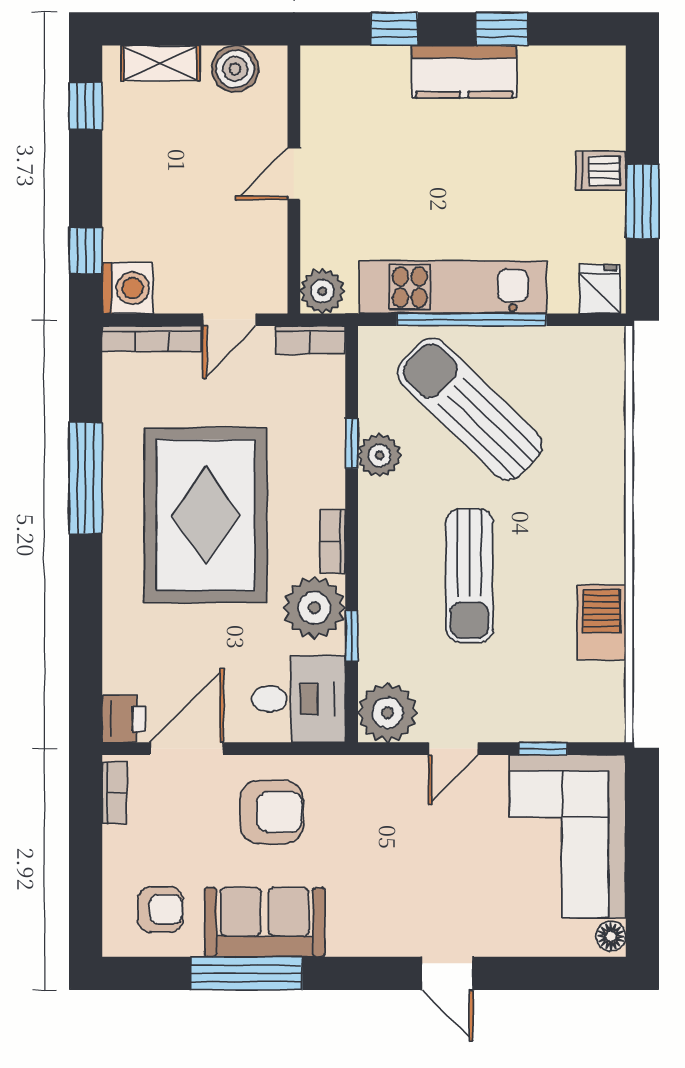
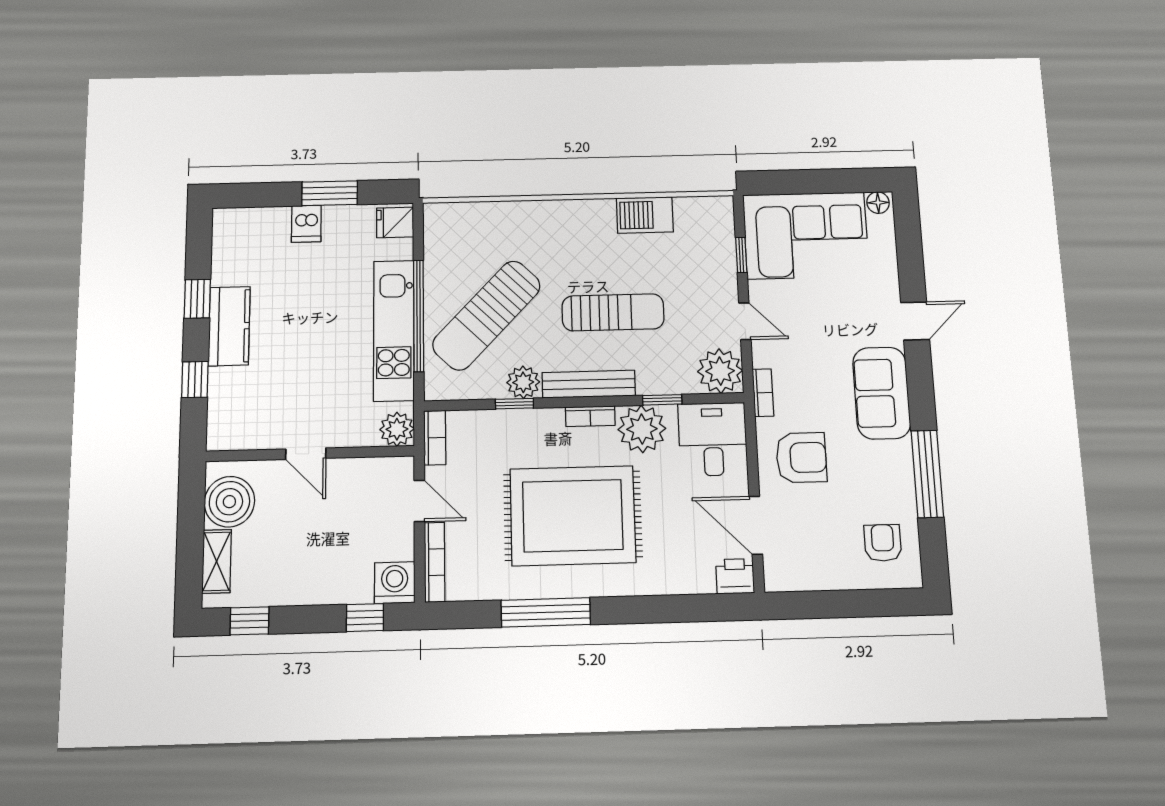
boiler: (235, 69) -> (229, 502), width x1.37, depth x1.37
bench: (375, 541) -> (589, 384), added
bookcase: (115, 793) -> (763, 393), moved, turned 90
armchair: (272, 812) -> (801, 458), turned 90
sofa: (265, 922) -> (882, 393), moved

